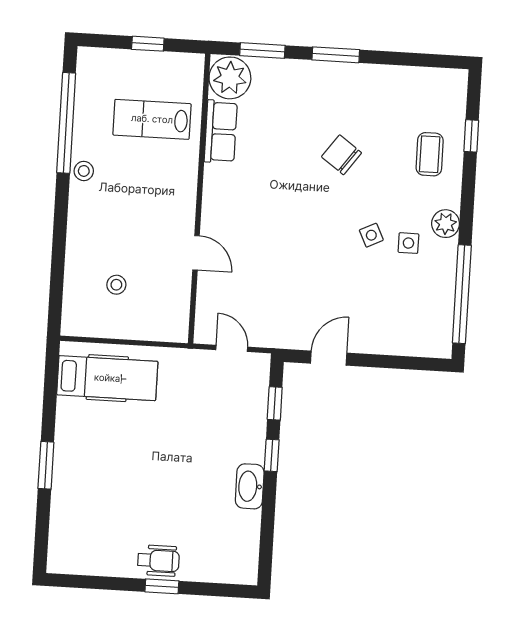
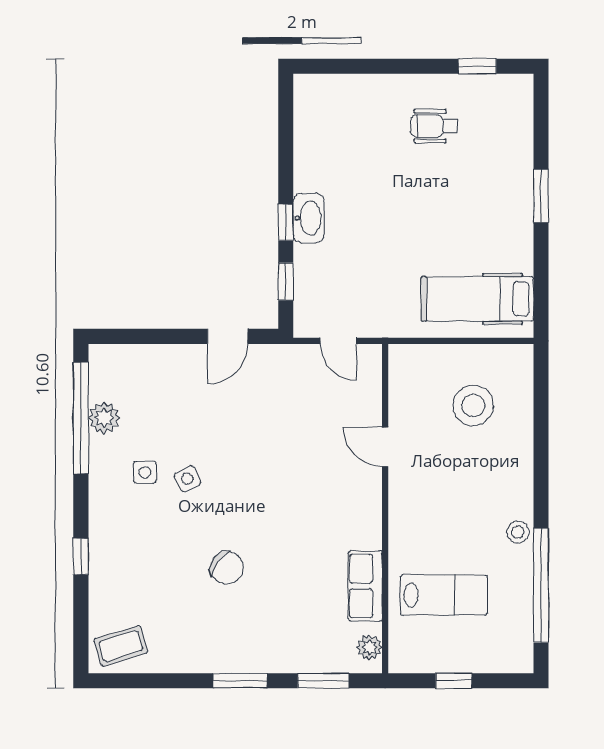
plant: (230, 78) -> (370, 647), width x0.53, depth x0.53
window: (471, 136) -> (81, 557), moved
coffee table: (430, 154) -> (121, 646), moved, turned 73
plant: (446, 224) -> (104, 418), moved
stool: (116, 285) -> (473, 405), width x1.89, depth x1.89
washbasin: (250, 486) -> (309, 218), moved
wheelchair: (158, 561) -> (434, 126), moved
window: (162, 586) -> (477, 66), moved

